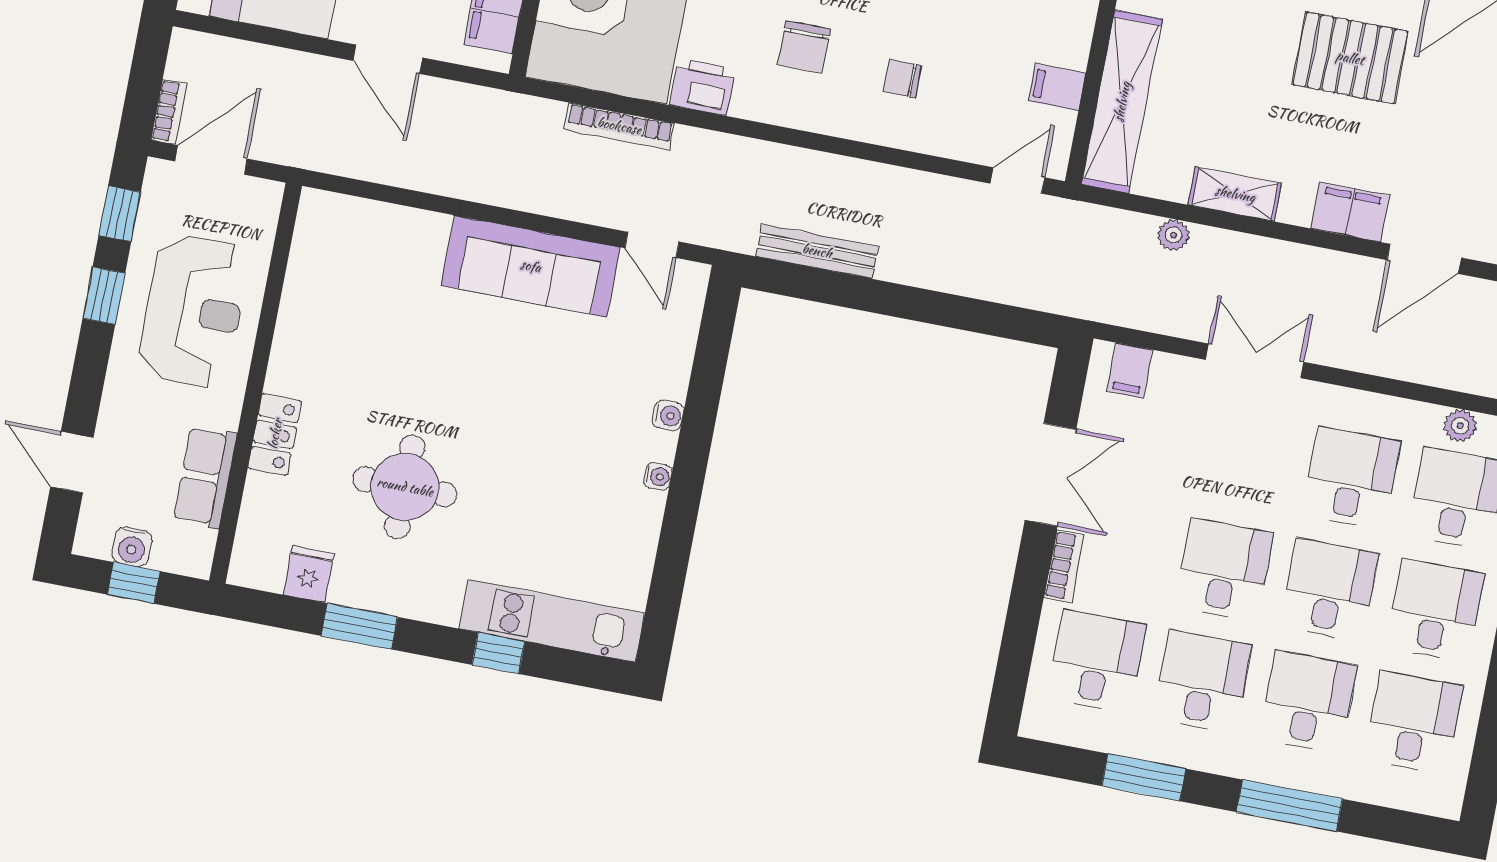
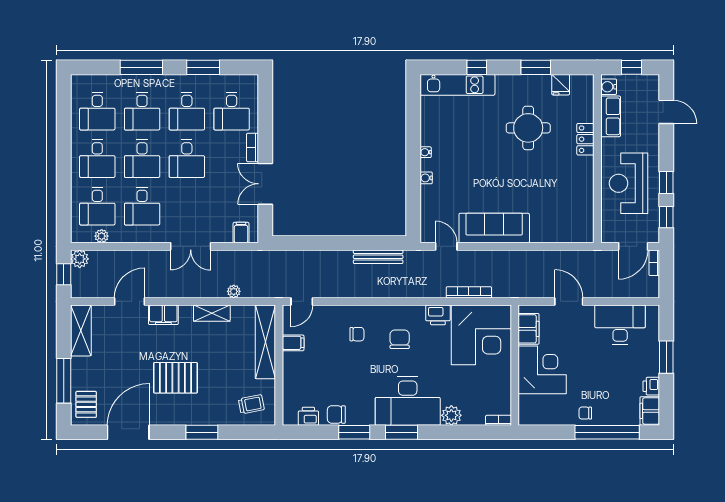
water cooler: (132, 547) -> (609, 87), moved, turned -90

